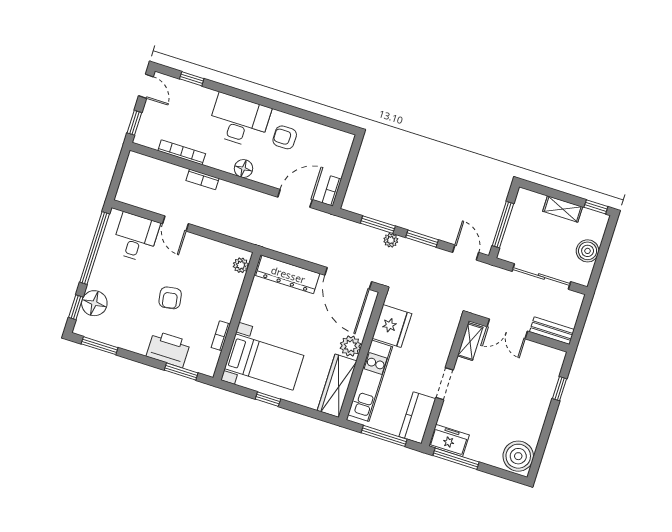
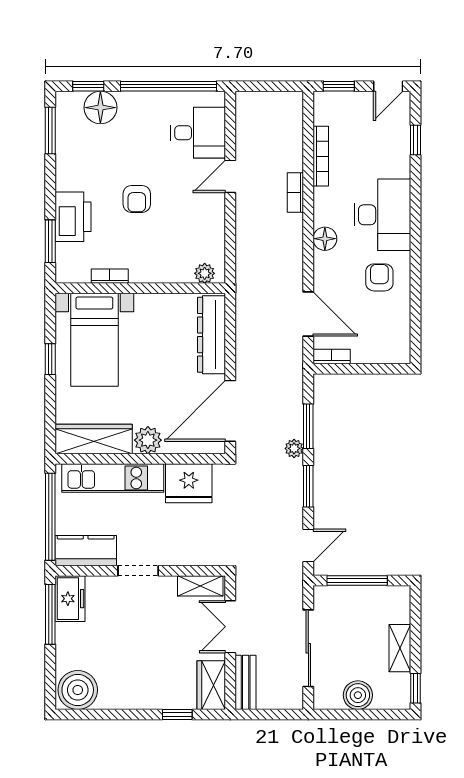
armchair: (170, 298) -> (137, 199), turned -81
wardrobe: (546, 357) -> (211, 685), added
window: (384, 436) -> (50, 517), width x1.46

